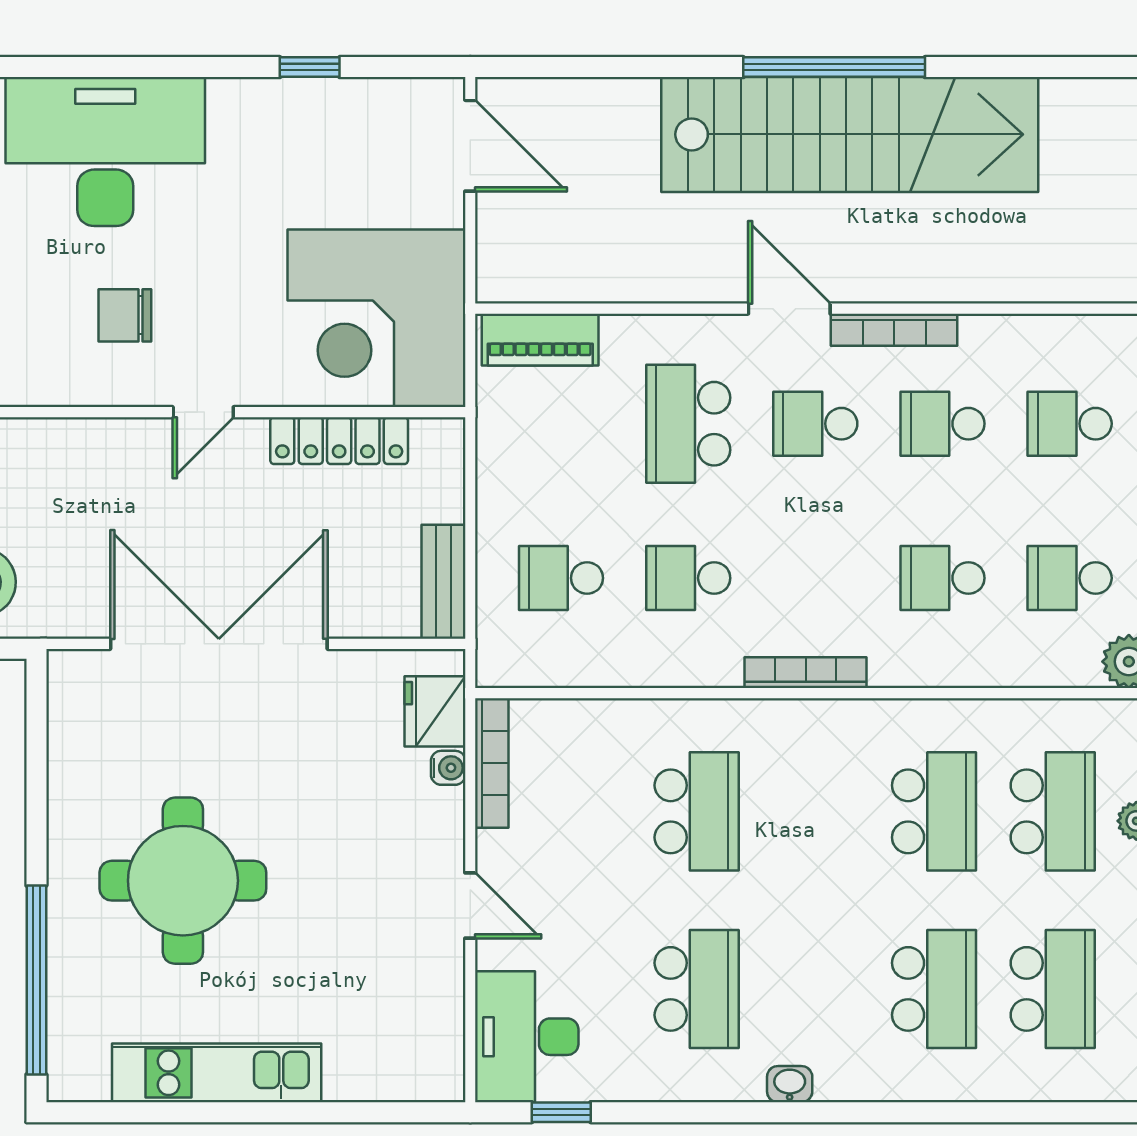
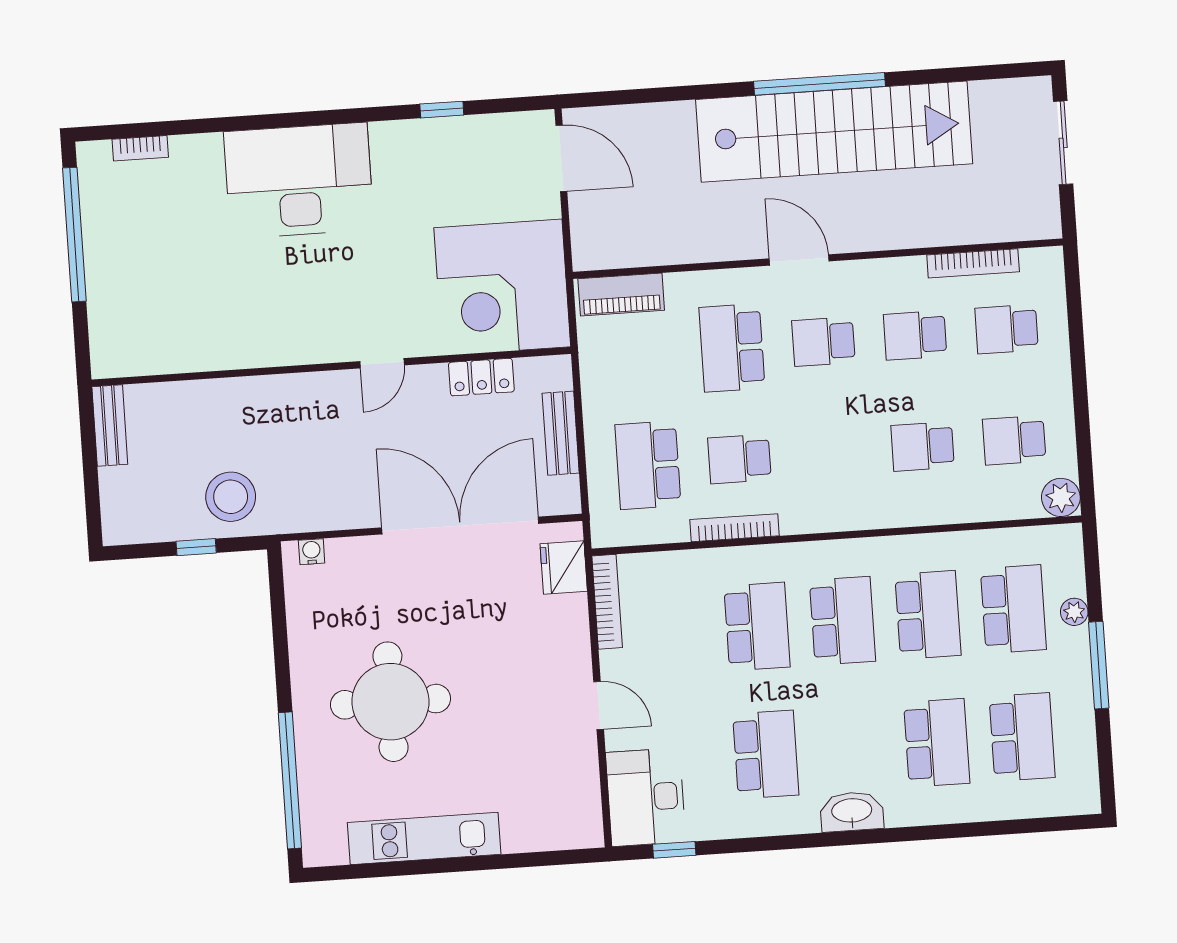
chair: (125, 315) -> (321, 297), removed
bookcase: (894, 330) -> (973, 263), moved
locker: (339, 441) -> (481, 377), width x0.66
school desk: (561, 578) -> (648, 465), width x1.85
bench: (444, 582) -> (561, 433), moved
double door: (219, 644) -> (460, 526), moved
bookcase: (806, 673) -> (735, 528), moved
water cooler: (448, 768) -> (312, 552), moved, turned -90
school desk: (815, 811) -> (842, 621), added
washbasin: (790, 1084) -> (852, 812), width x1.91, depth x1.45

